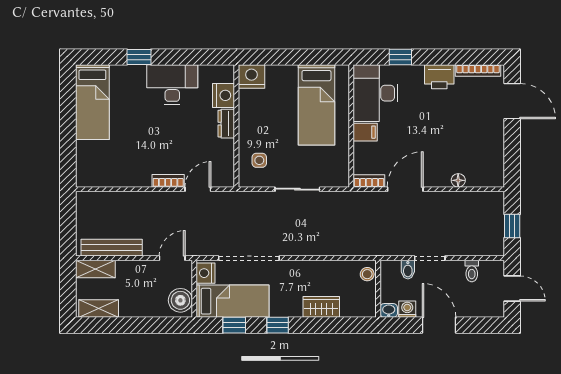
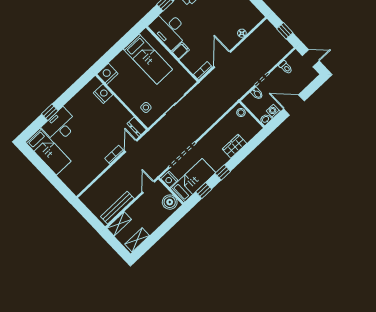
desk: (172, 85) -> (60, 126), moved
dresser: (226, 124) -> (137, 127), moved

